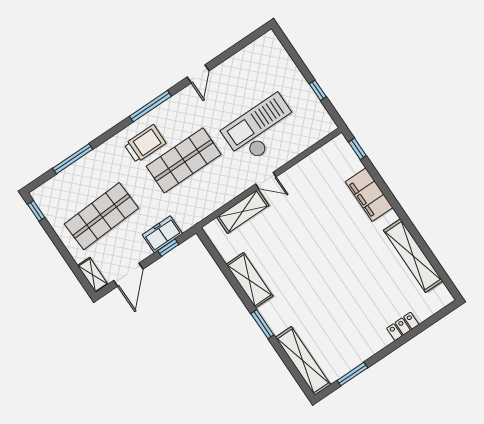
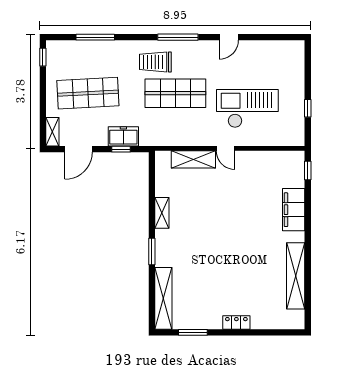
trolley: (145, 144) -> (155, 62), turned 180
shelving: (249, 280) -> (162, 213), width x0.67, depth x0.75
locker: (403, 326) -> (236, 322), moved

